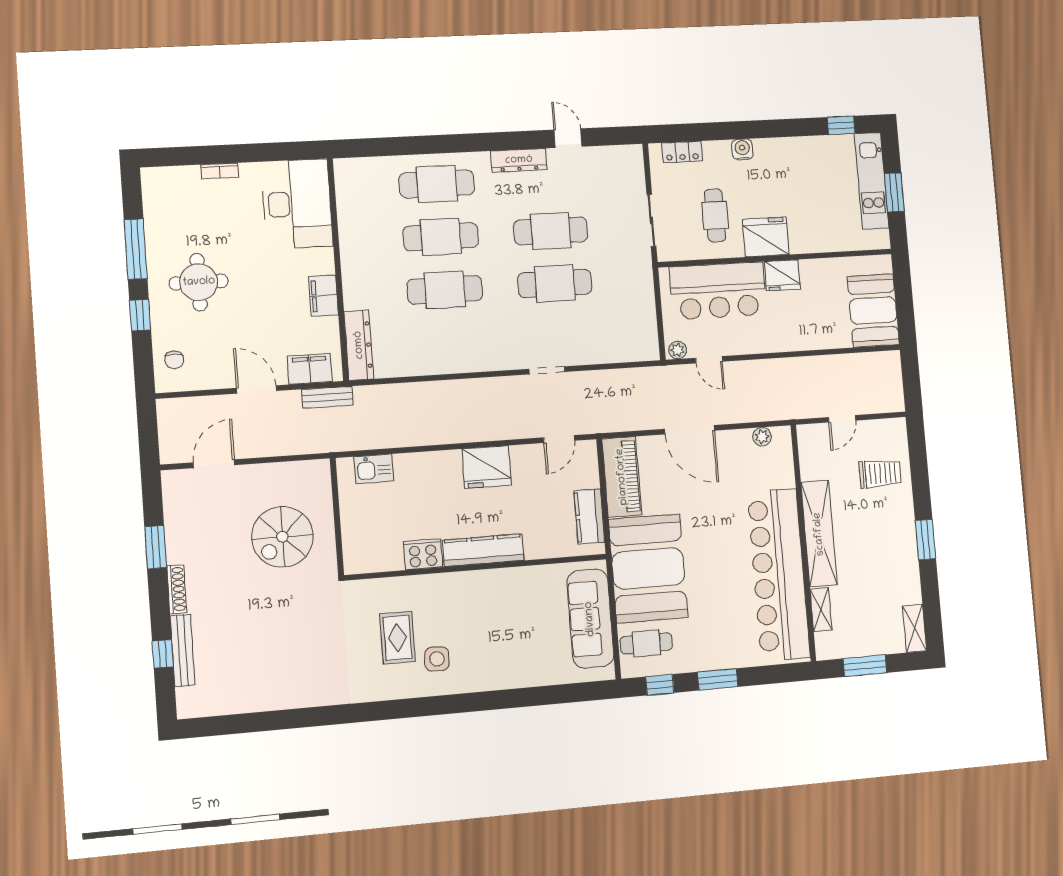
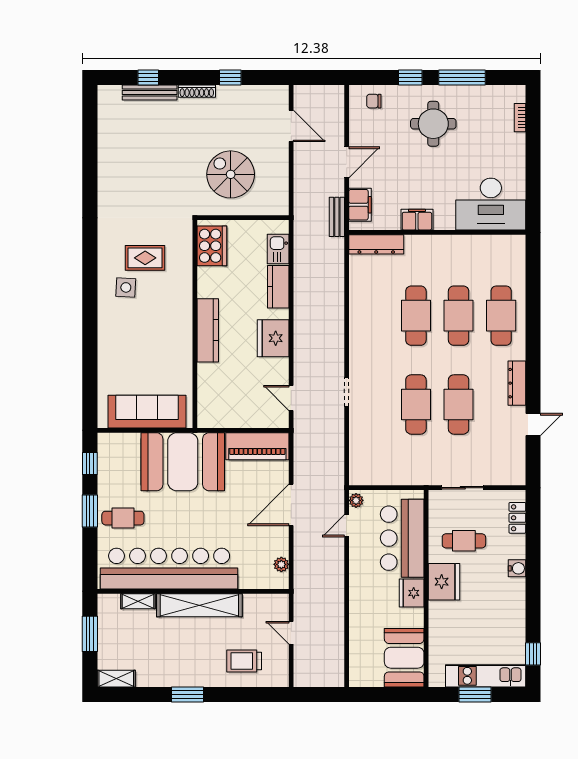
bookcase: (220, 171) -> (520, 118), moved
booth: (873, 310) -> (404, 658), moved, turned 90
trolley: (880, 474) -> (244, 661), turned 90
kitchen counter: (589, 517) -> (278, 287), moved, turned -90
window: (156, 547) -> (230, 77), width x0.67
cooker: (423, 554) -> (212, 246), moved, width x1.37, depth x1.31
cafe table: (646, 643) -> (123, 518), moved, turned 90

